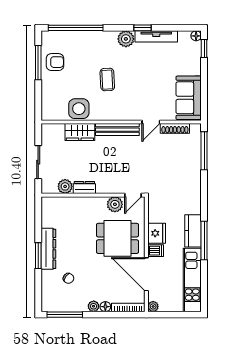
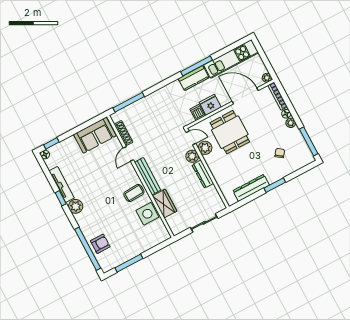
armchair: (55, 62) -> (100, 244), moved, turned 90
coffee table: (107, 80) -> (134, 193), moved
door: (151, 122) -> (128, 154), swing flipped
plant: (65, 186) -> (192, 156), moved
dresser: (84, 188) -> (203, 174), width x1.44
dresser: (48, 249) -> (251, 188), moved
dishwasher: (156, 251) -> (198, 112), moved
door: (146, 274) -> (245, 96), swing flipped

